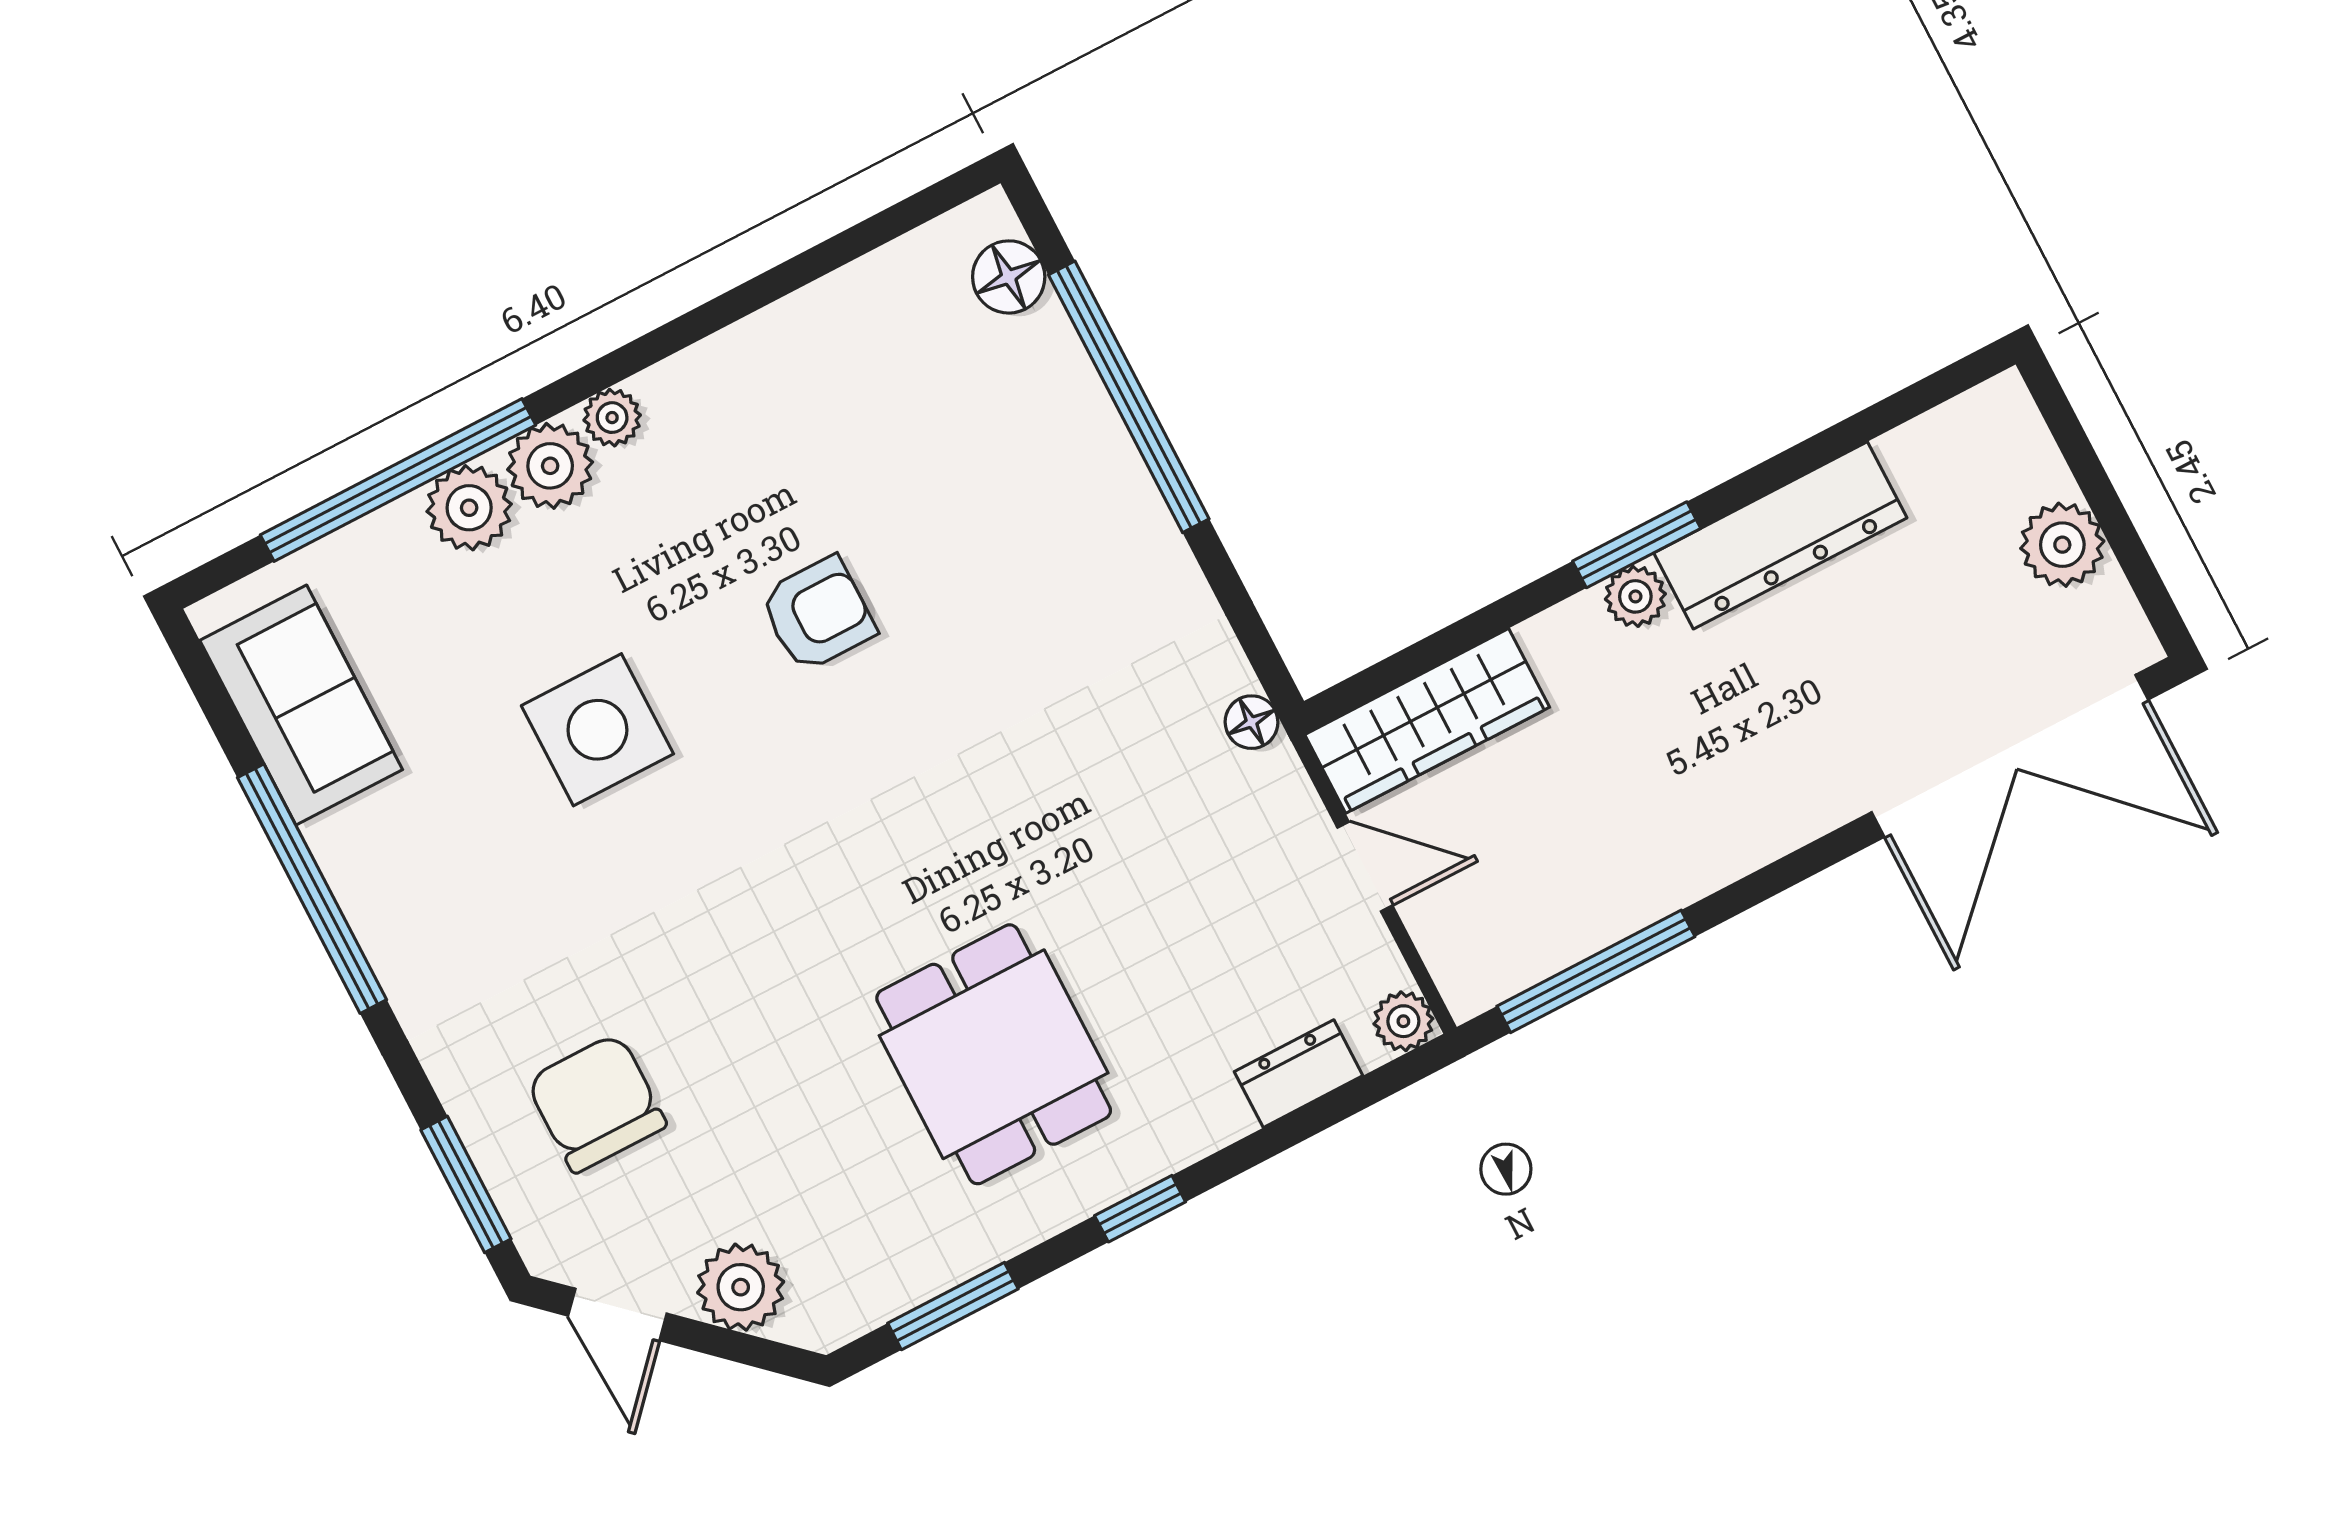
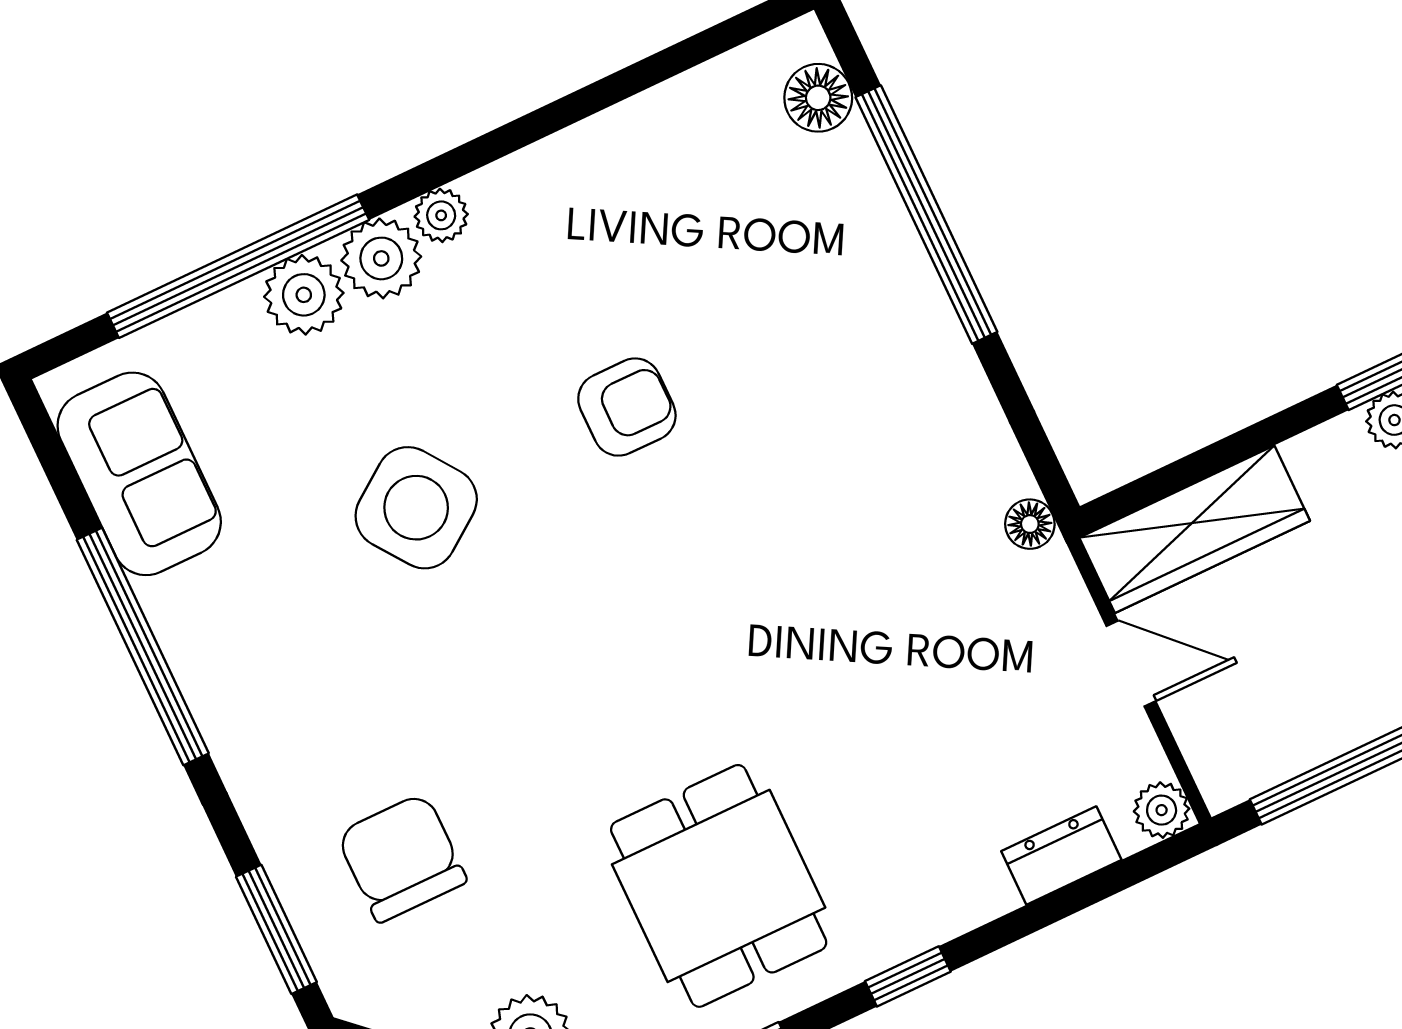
side table: (597, 730) -> (416, 508), turned -36
dining table: (994, 1054) -> (719, 886), moved

